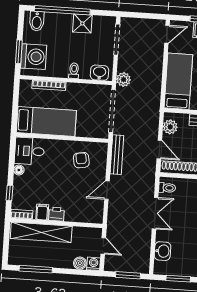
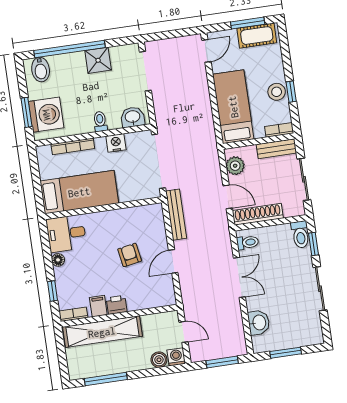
plant: (124, 80) -> (164, 119), removed
nightstand: (83, 90) -> (116, 143), added
armchair: (81, 160) -> (130, 255), moved

